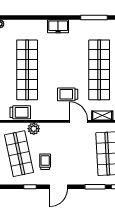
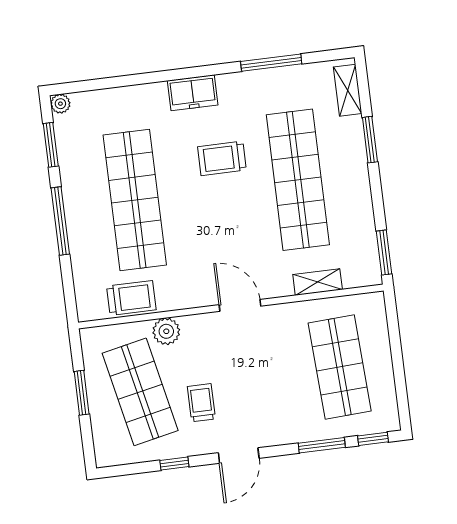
trolley: (68, 94) -> (222, 158), moved
door: (79, 121) -> (240, 305), moved

